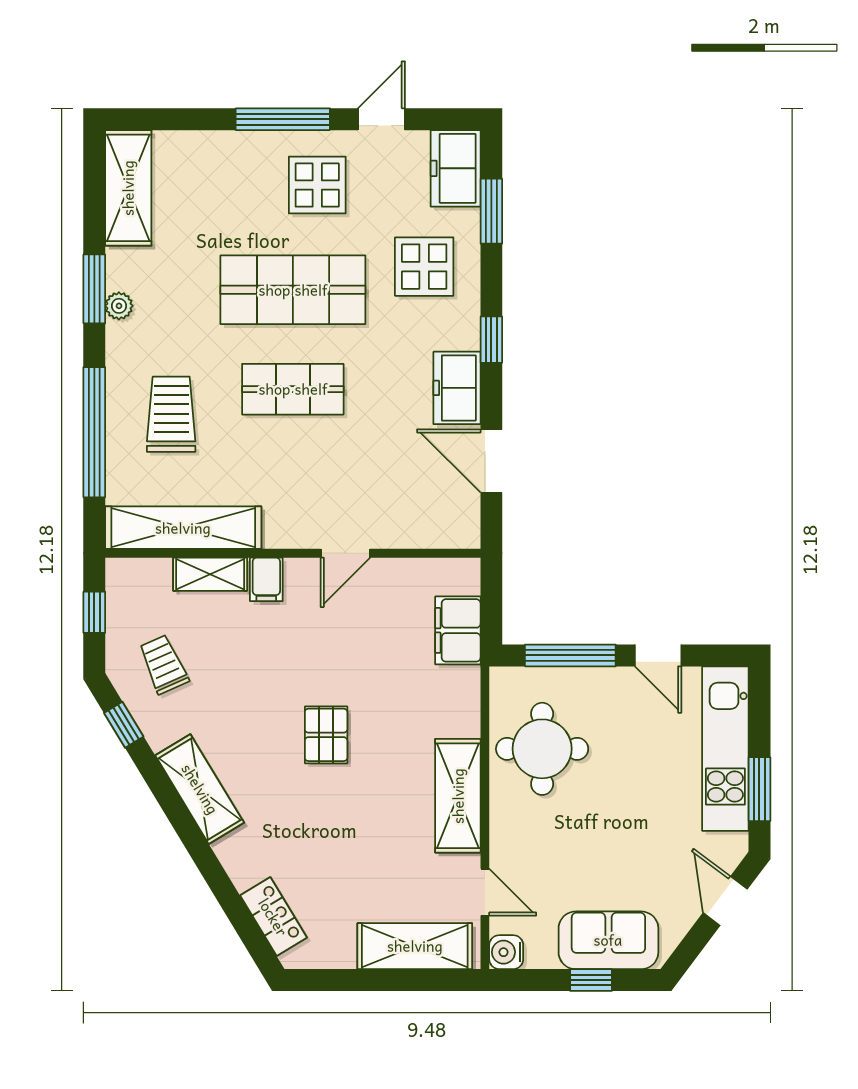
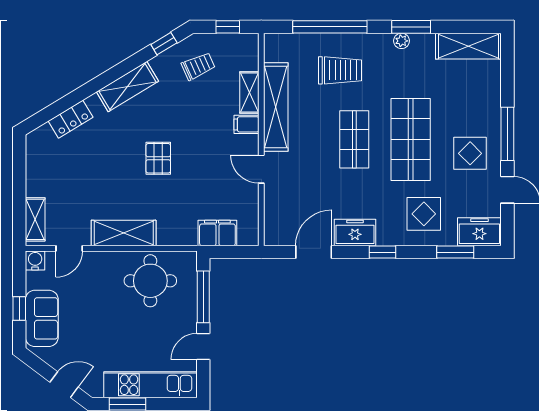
shelving: (183, 528) -> (276, 107), moved
pallet: (326, 735) -> (158, 158), turned 90
locker: (273, 917) -> (71, 119), moved
shelving: (415, 946) -> (35, 219), width x0.67, depth x0.75

